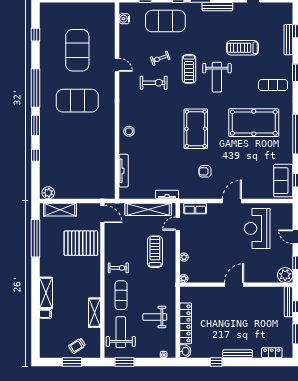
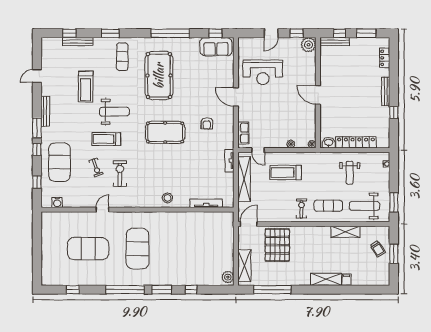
treadmill: (189, 69) -> (106, 139), turned 180
washbasin: (185, 351) -> (329, 143), moved

